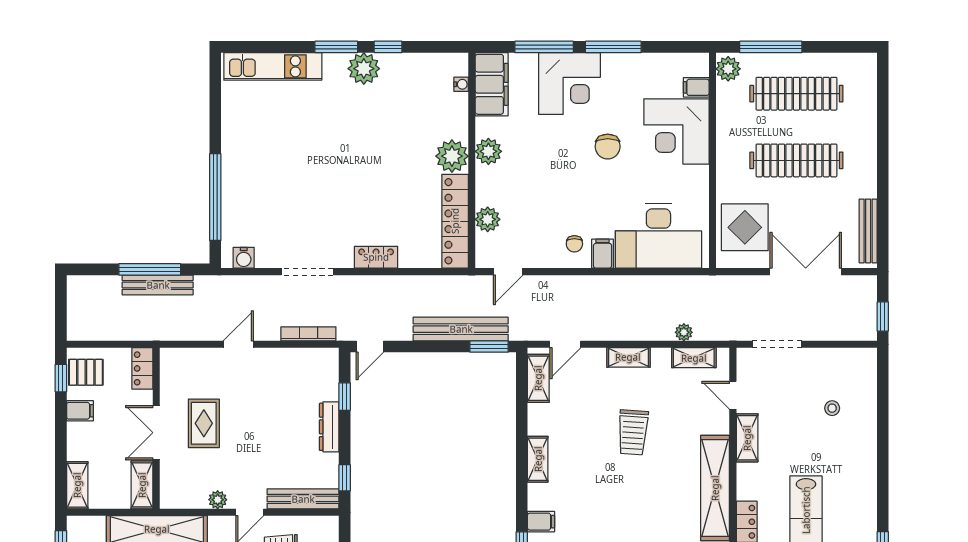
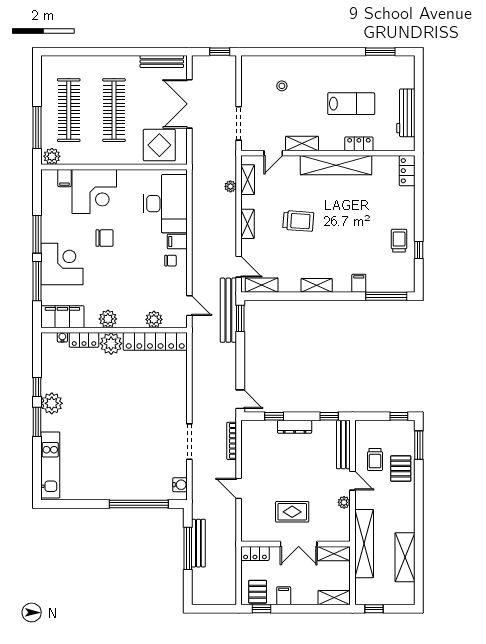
locker: (376, 257) -> (84, 340), moved, turned -90
bench: (461, 329) -> (228, 310), moved

